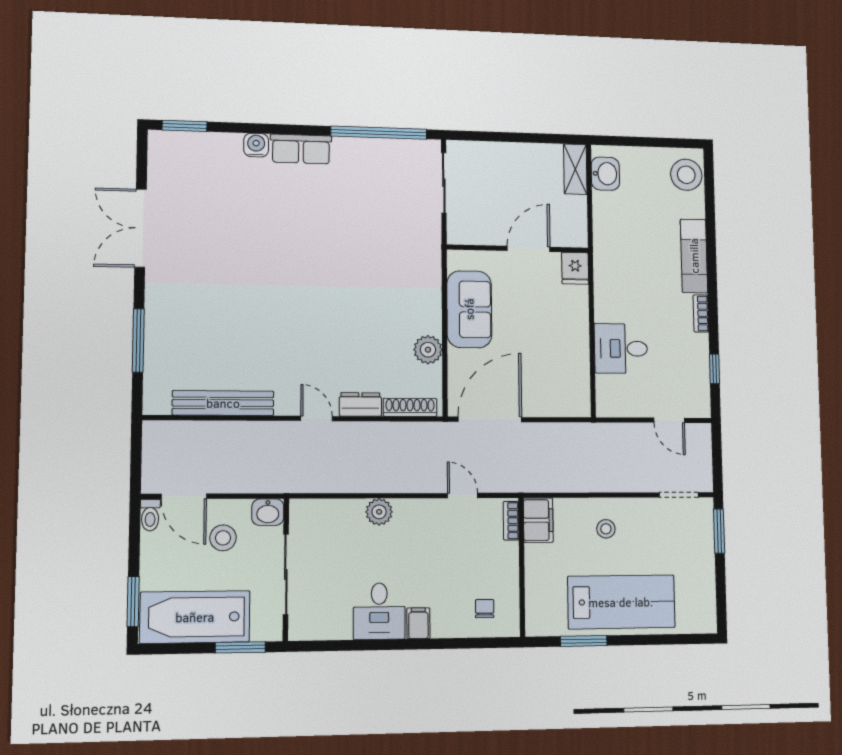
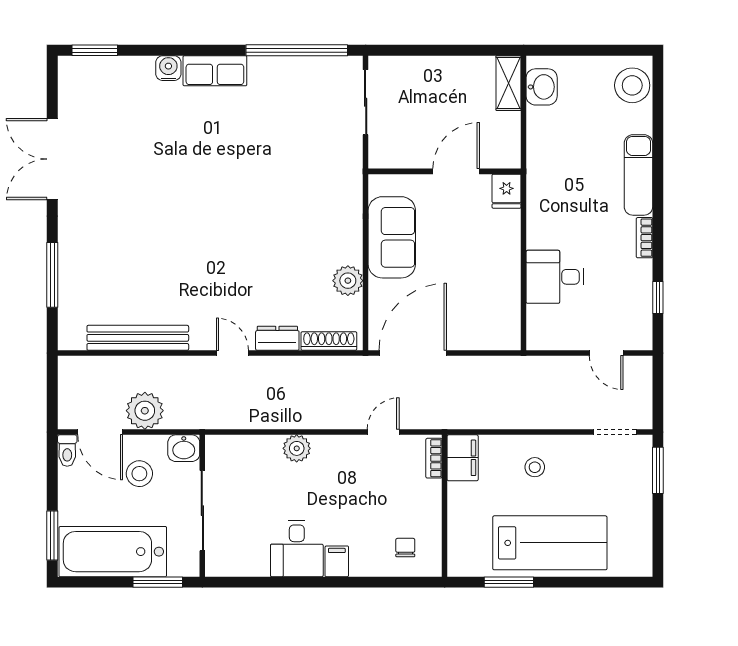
plant: (229, 475) -> (145, 411), added
door: (463, 496) -> (383, 432), hinge flipped

